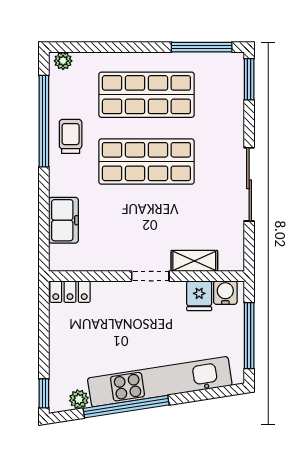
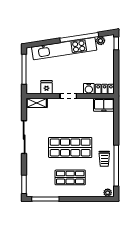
shop shelf: (146, 95) -> (70, 177), width x0.70, depth x0.74
freezer: (63, 220) -> (104, 105), moved, turned -90
shelving: (194, 261) -> (37, 103), moved
water cooler: (225, 293) -> (89, 89), moved

